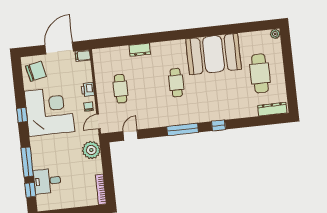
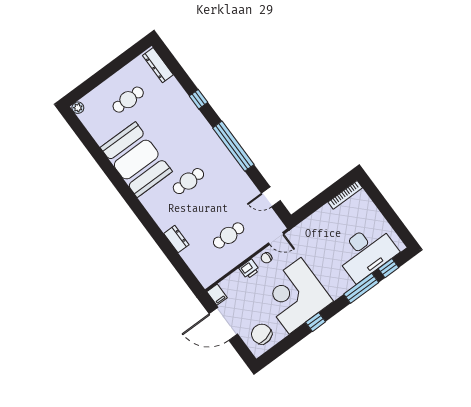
cafe table: (260, 73) -> (128, 100), width x0.73, depth x0.74
window: (219, 125) -> (199, 99), moved
window: (183, 129) -> (233, 146), width x1.46
plant: (91, 150) -> (310, 229), removed
desk: (47, 181) -> (366, 252), width x1.87, depth x1.30

